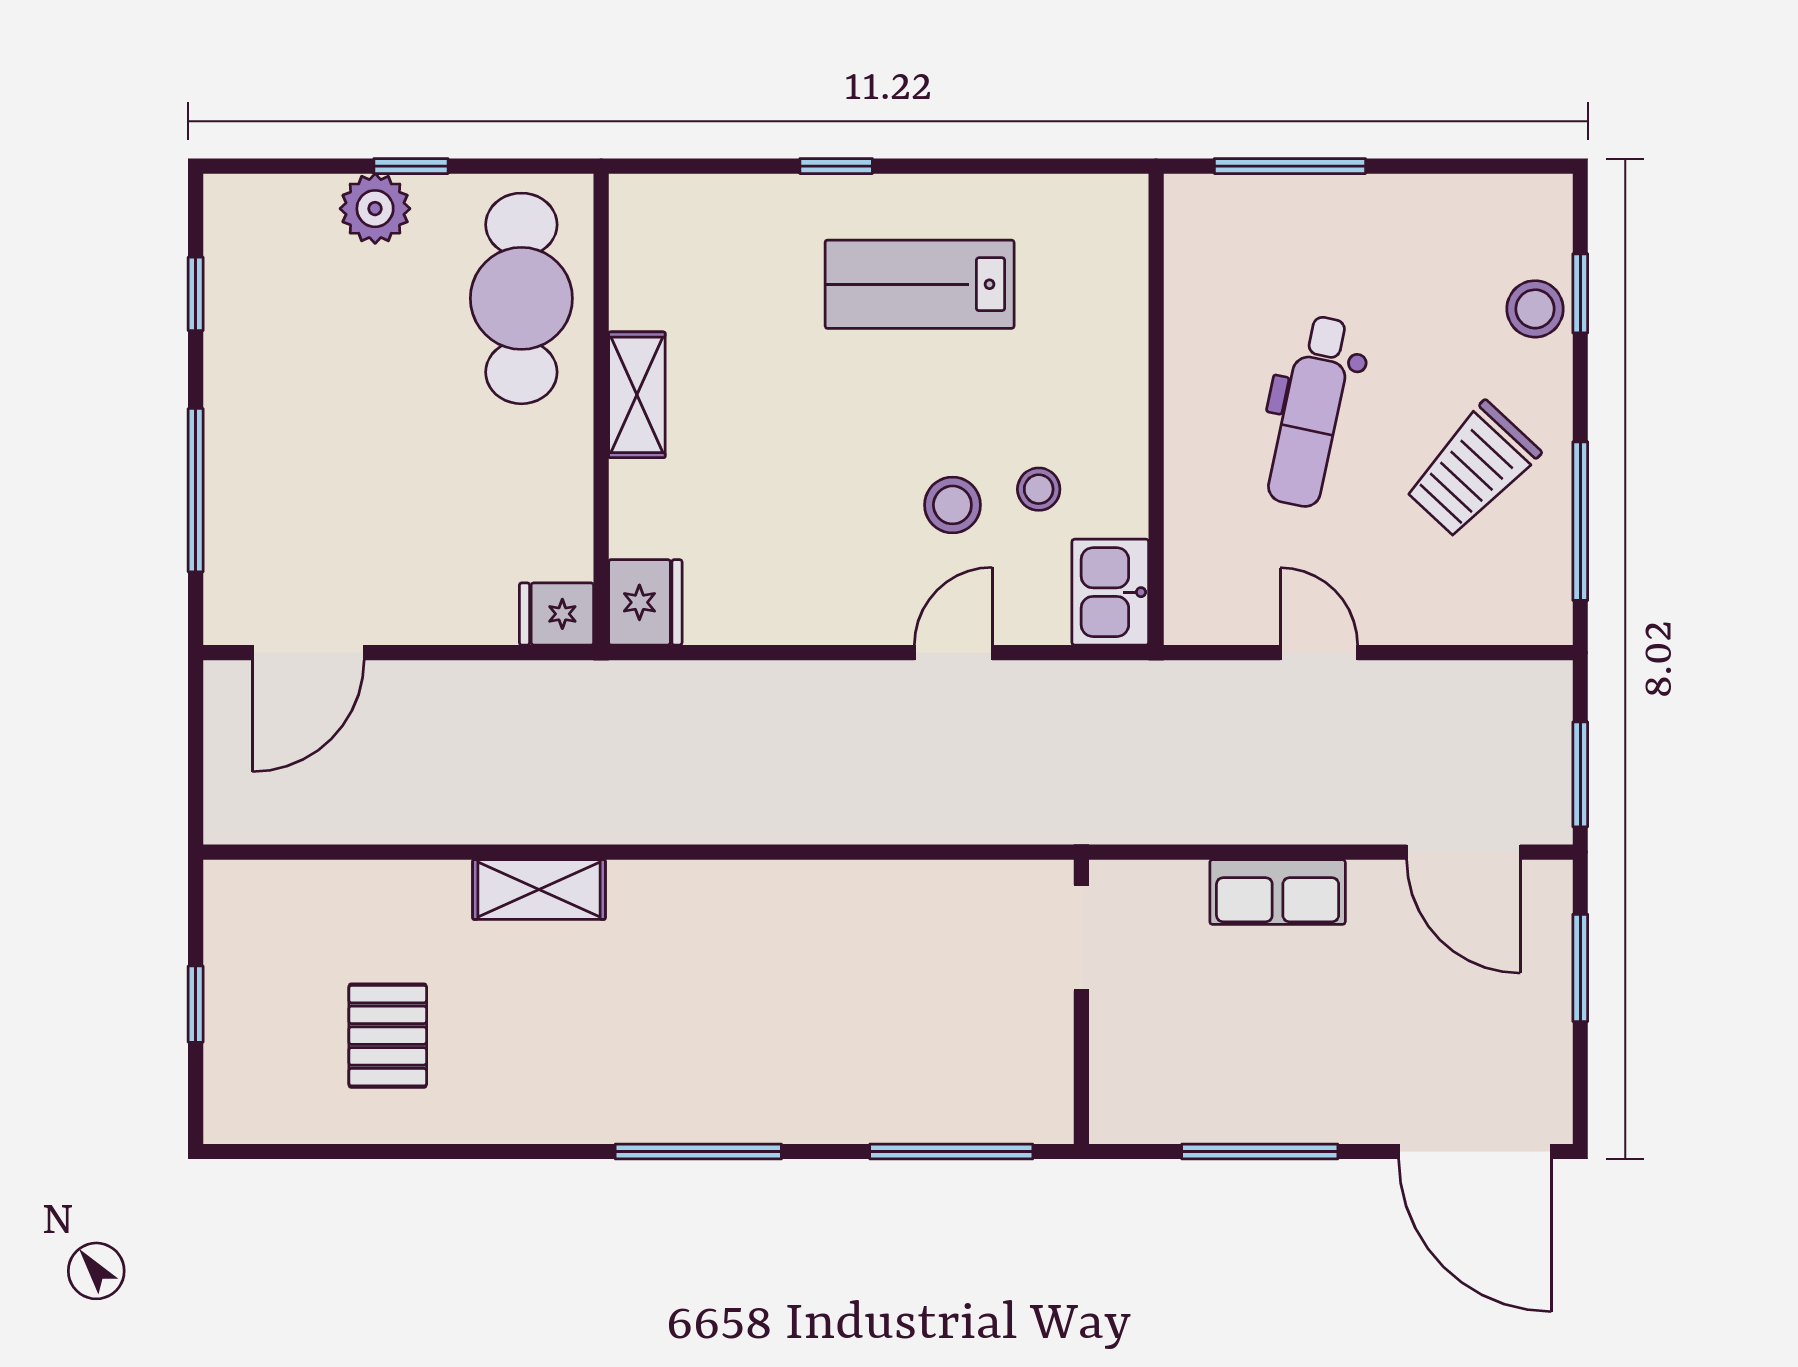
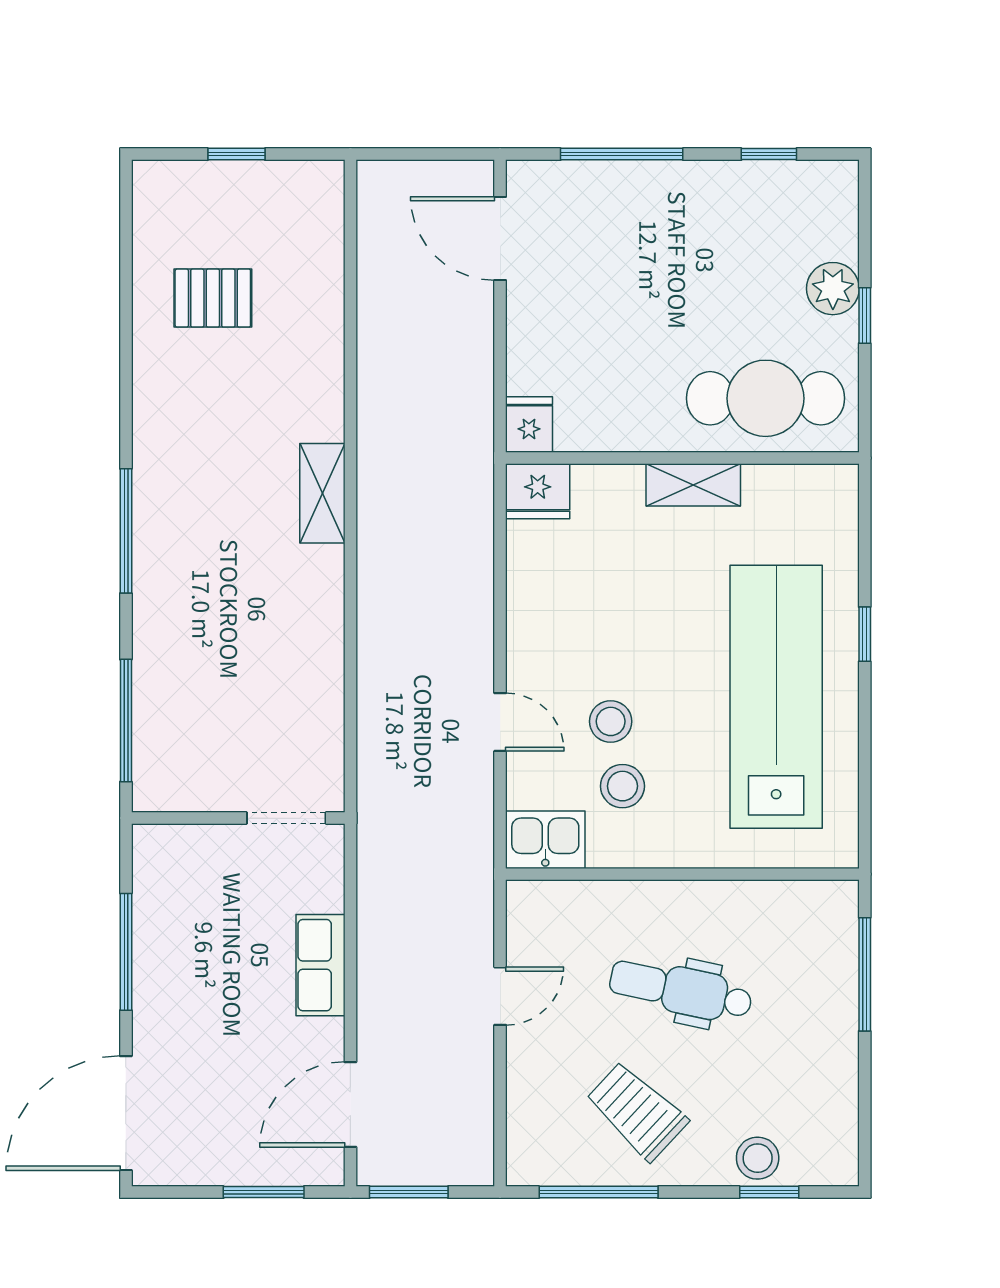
lab bench: (920, 284) -> (776, 697), width x1.86, depth x1.39
stool: (1039, 489) -> (622, 786), width x1.37, depth x1.37
shelving: (539, 889) -> (322, 493), moved

